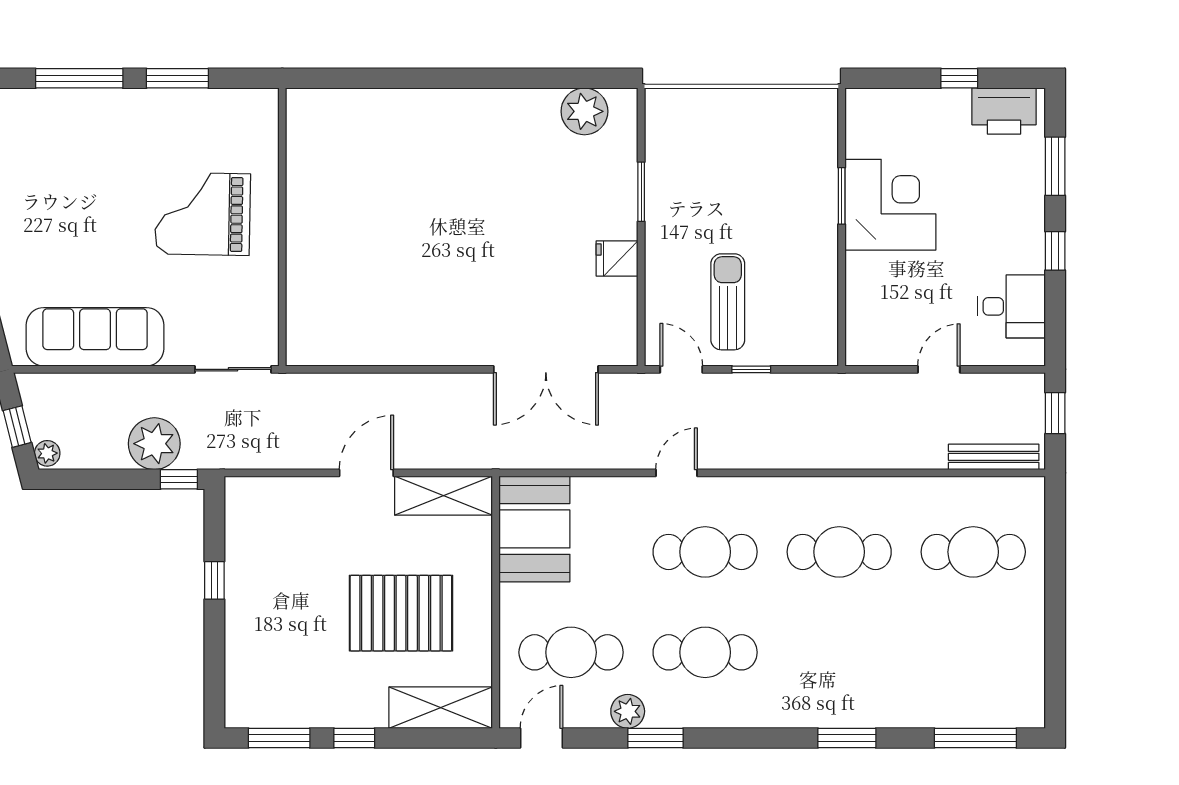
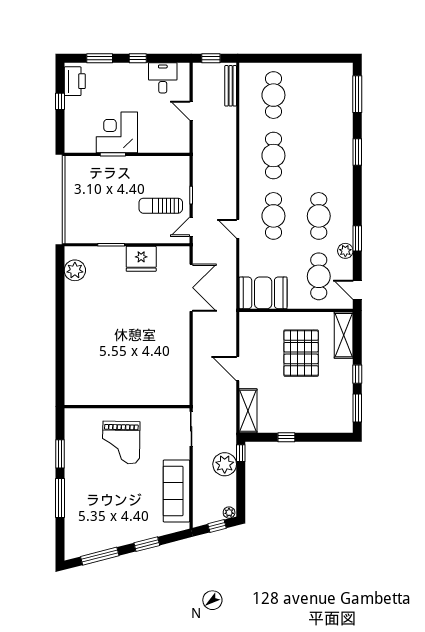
fridge: (617, 259) -> (141, 259), width x1.88, depth x1.34
shelving: (443, 496) -> (248, 411), moved

